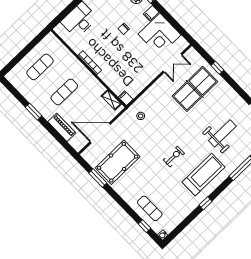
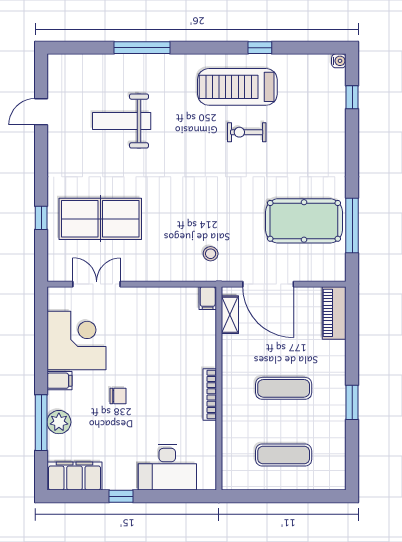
piano: (62, 127) -> (334, 313), moved
door: (100, 133) -> (268, 284), moved
exercise bike: (174, 157) -> (247, 132), moved
treadmill: (203, 175) -> (237, 87), moved
window: (98, 178) -> (352, 225), width x1.44
window: (205, 203) -> (260, 48), moved
exercise mat: (150, 208) -> (321, 115), removed

